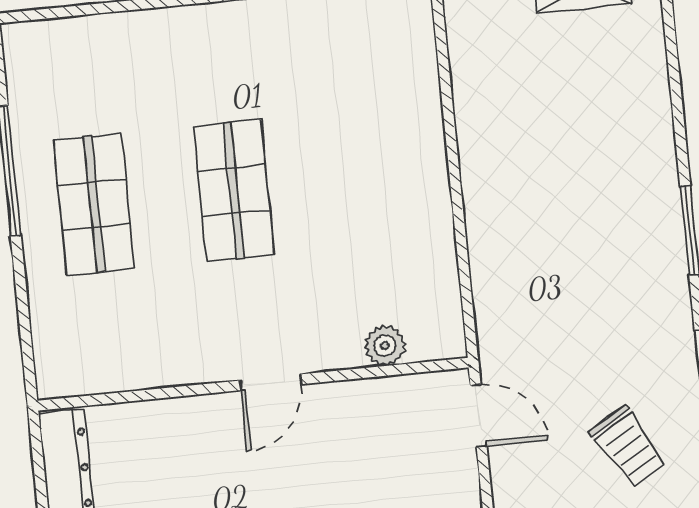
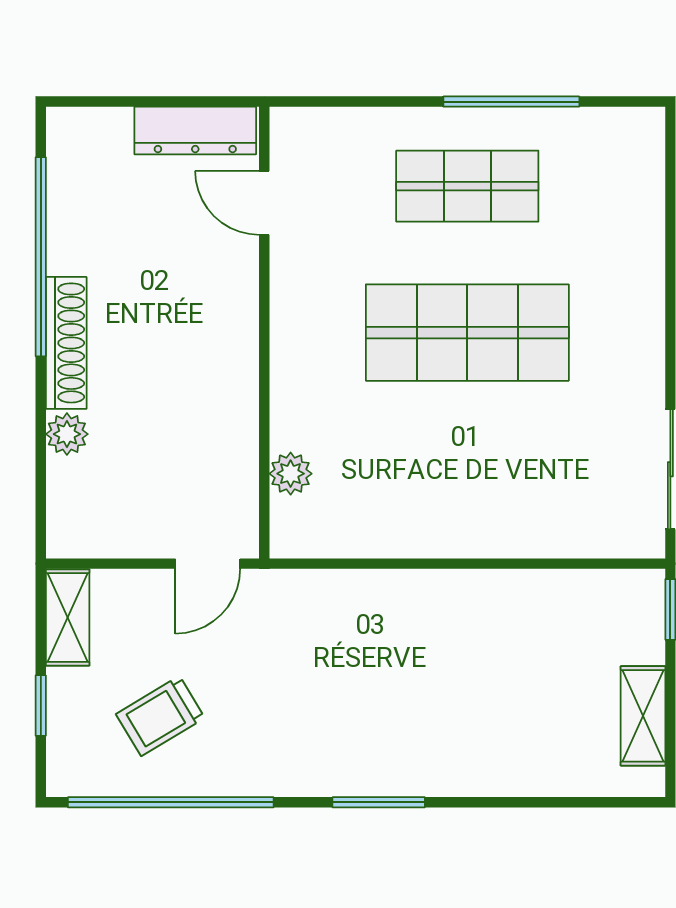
shop shelf: (234, 191) -> (467, 333), width x1.43, depth x1.36
door: (271, 382) -> (264, 203), moved

